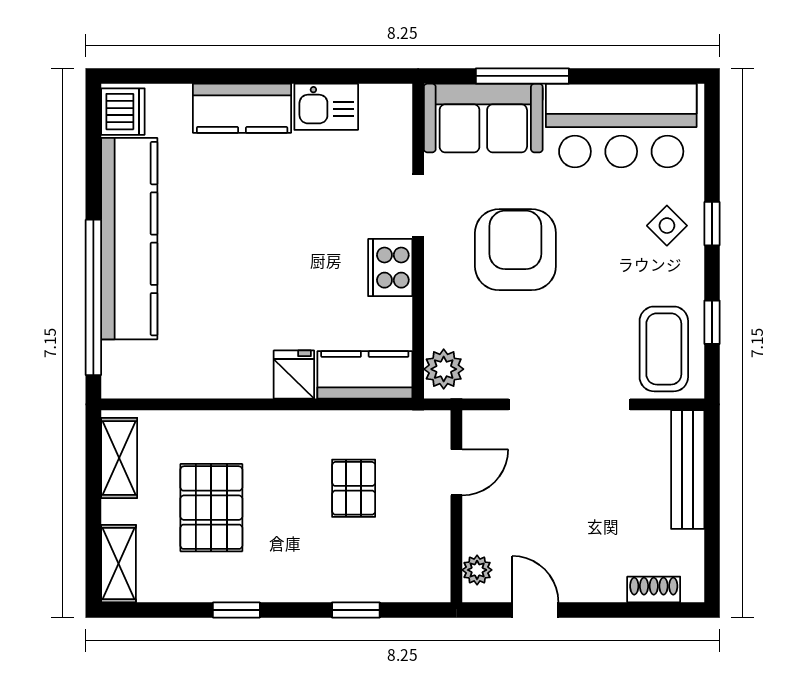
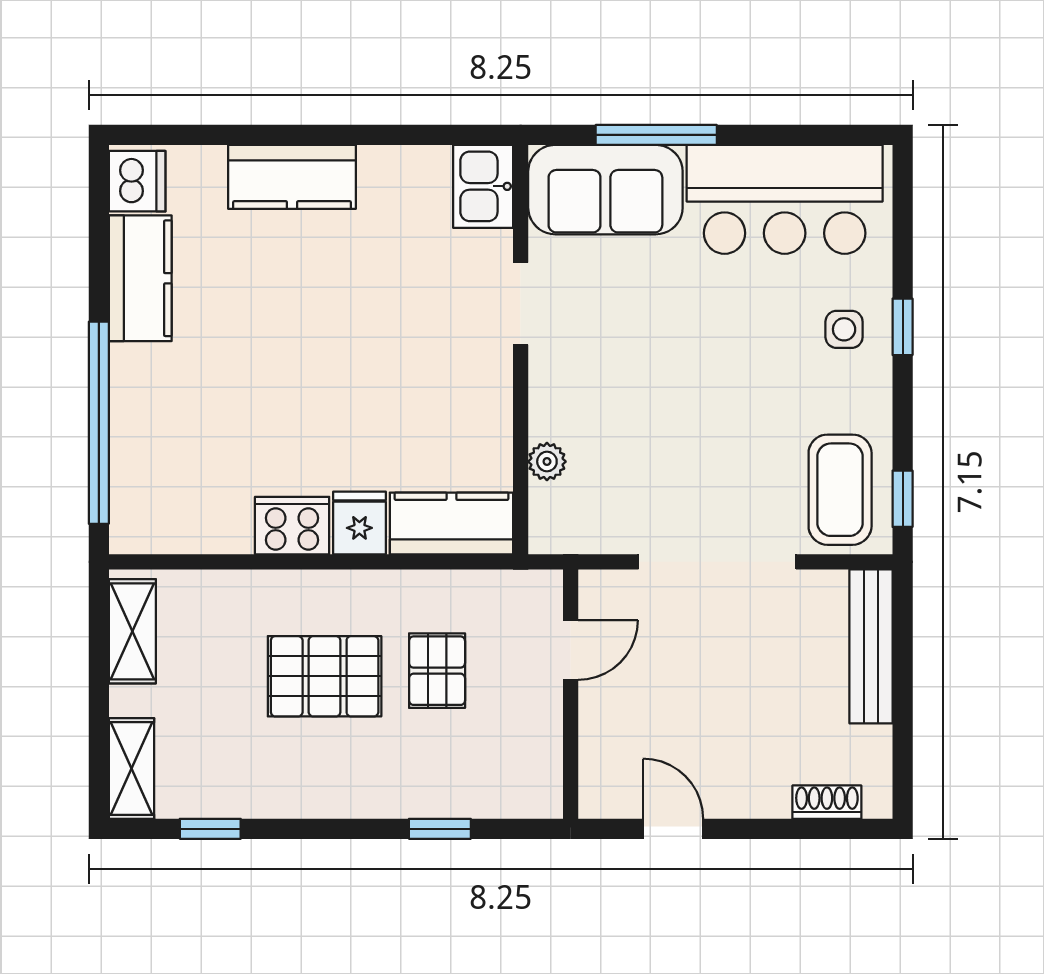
kitchen sink: (326, 107) -> (483, 186), moved, turned 90
side table: (667, 226) -> (844, 329), turned 45
kitchen counter: (129, 239) -> (140, 278), width x0.48, depth x0.86
armchair: (515, 250) -> (647, 361), removed
cooker: (390, 268) -> (292, 526), moved, turned 90
window: (712, 322) -> (903, 499), moved
plant: (444, 369) -> (547, 462), moved, width x0.73, depth x0.73
pallet: (211, 508) -> (325, 676), moved, turned 90
plant: (477, 570) -> (597, 777), removed
window: (236, 610) -> (210, 829), moved

